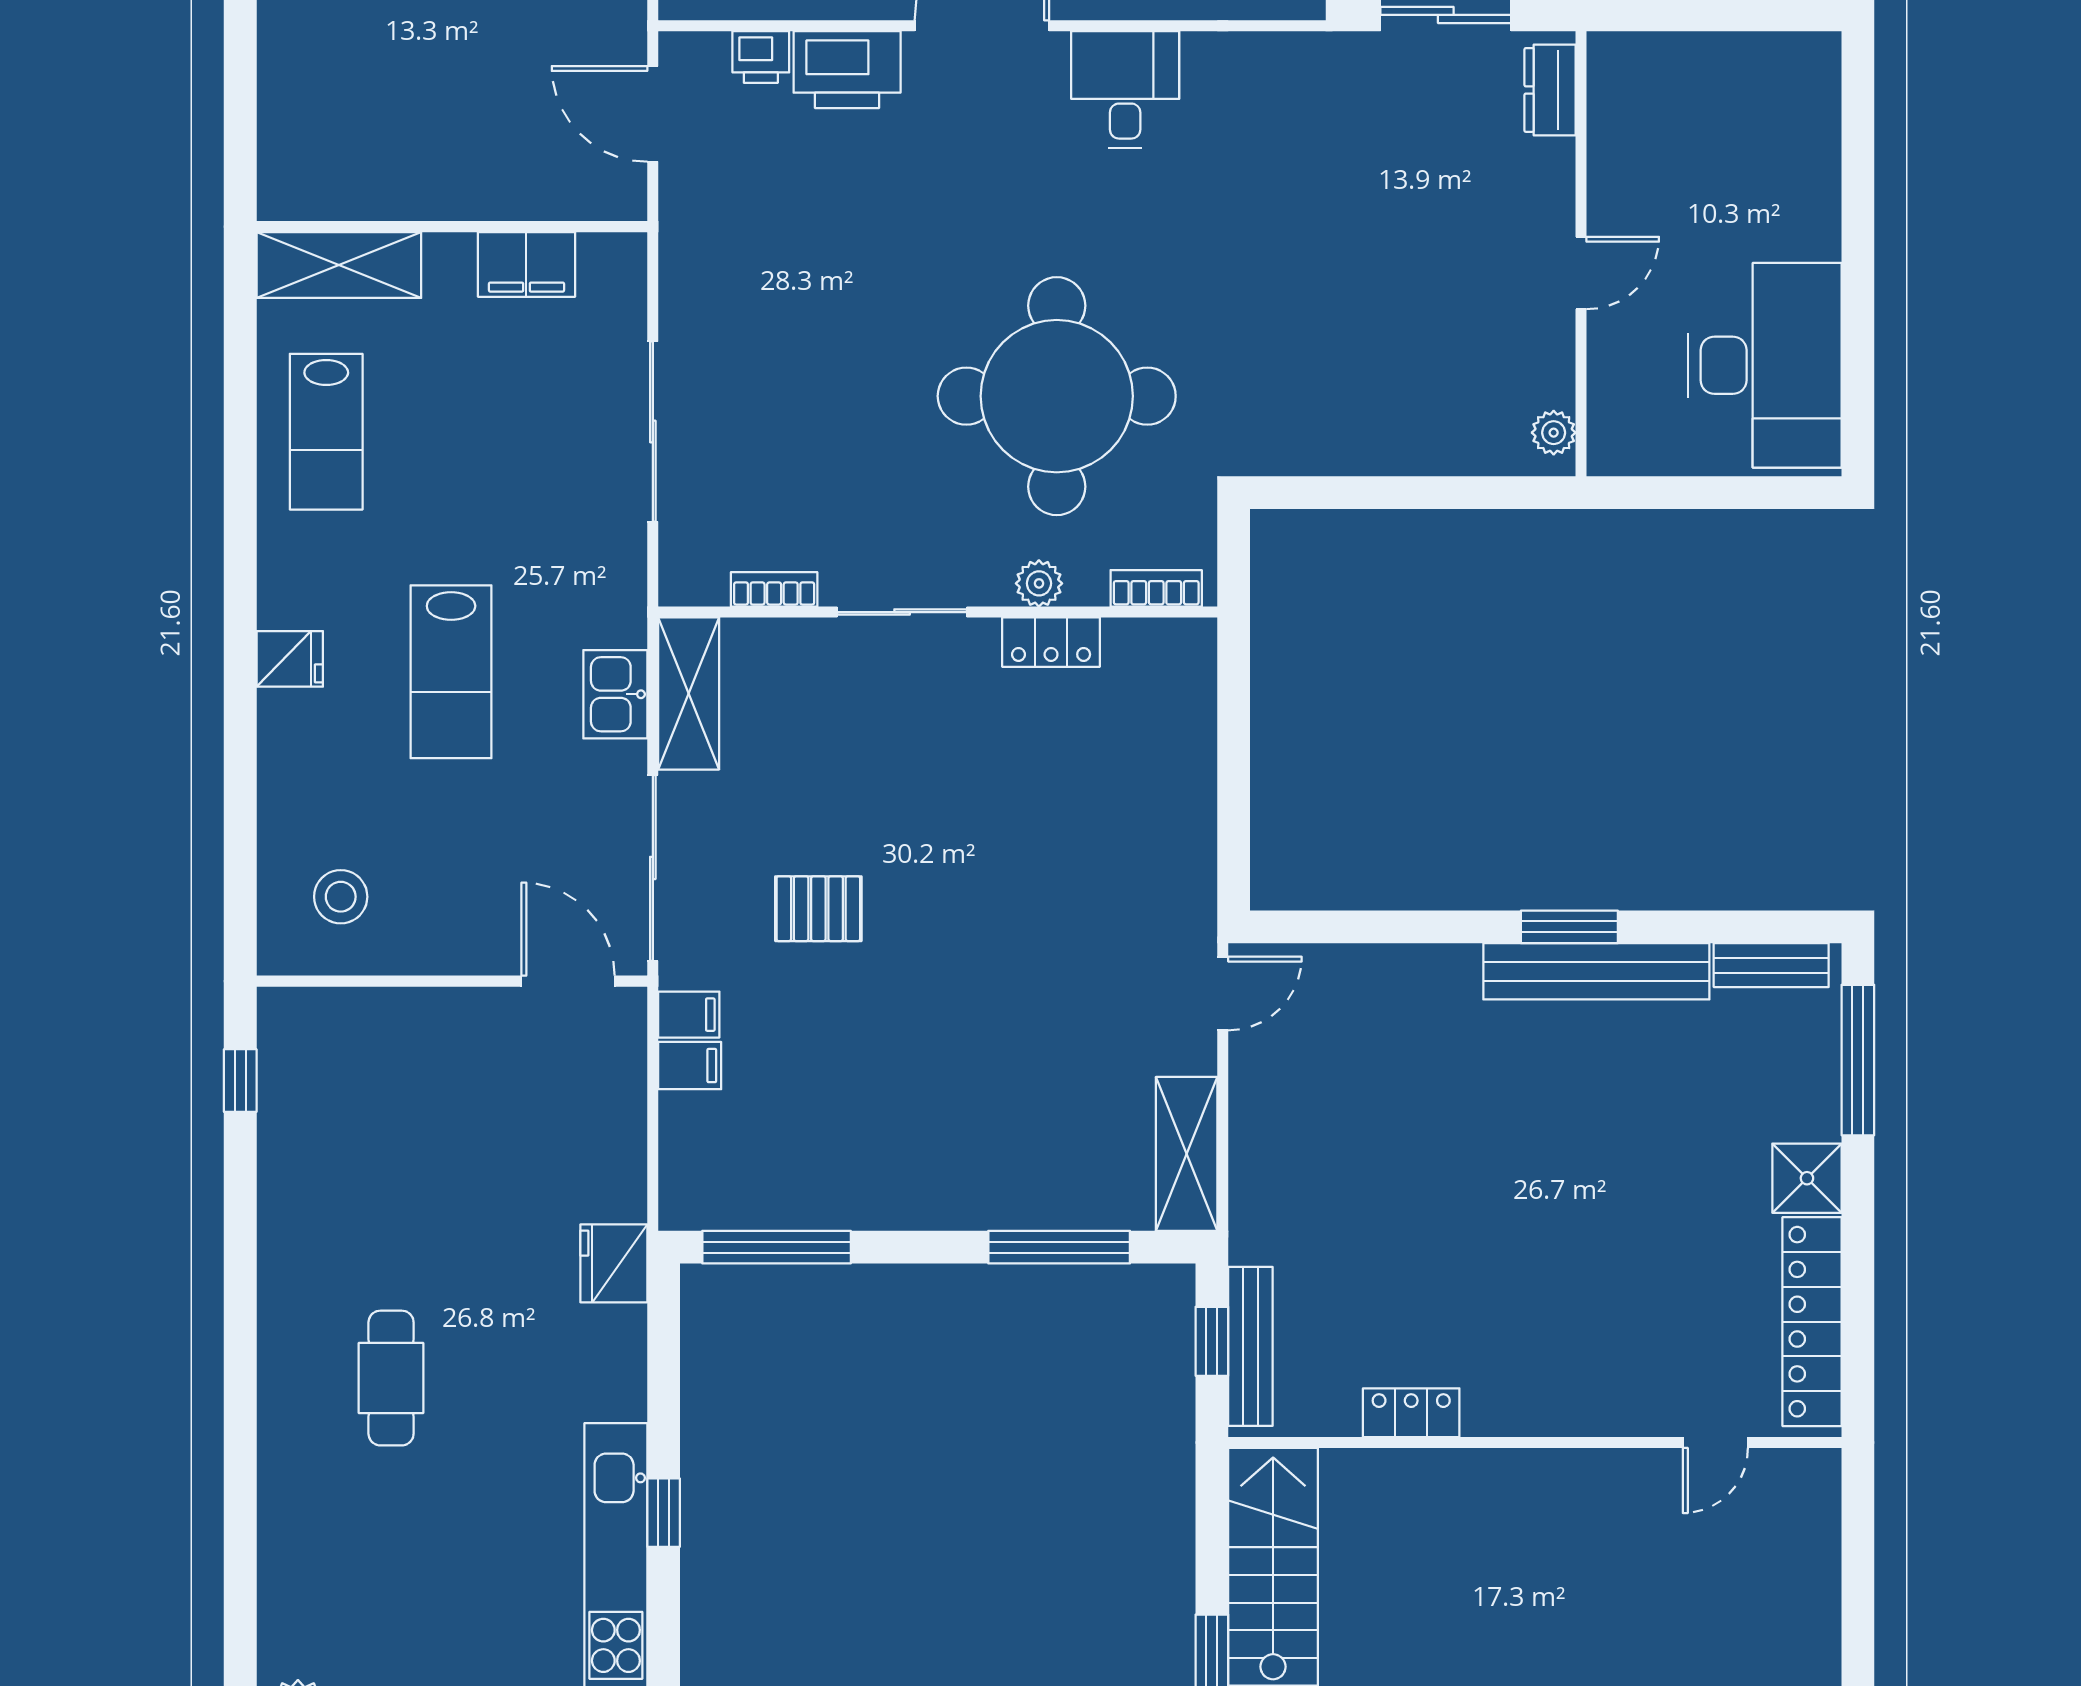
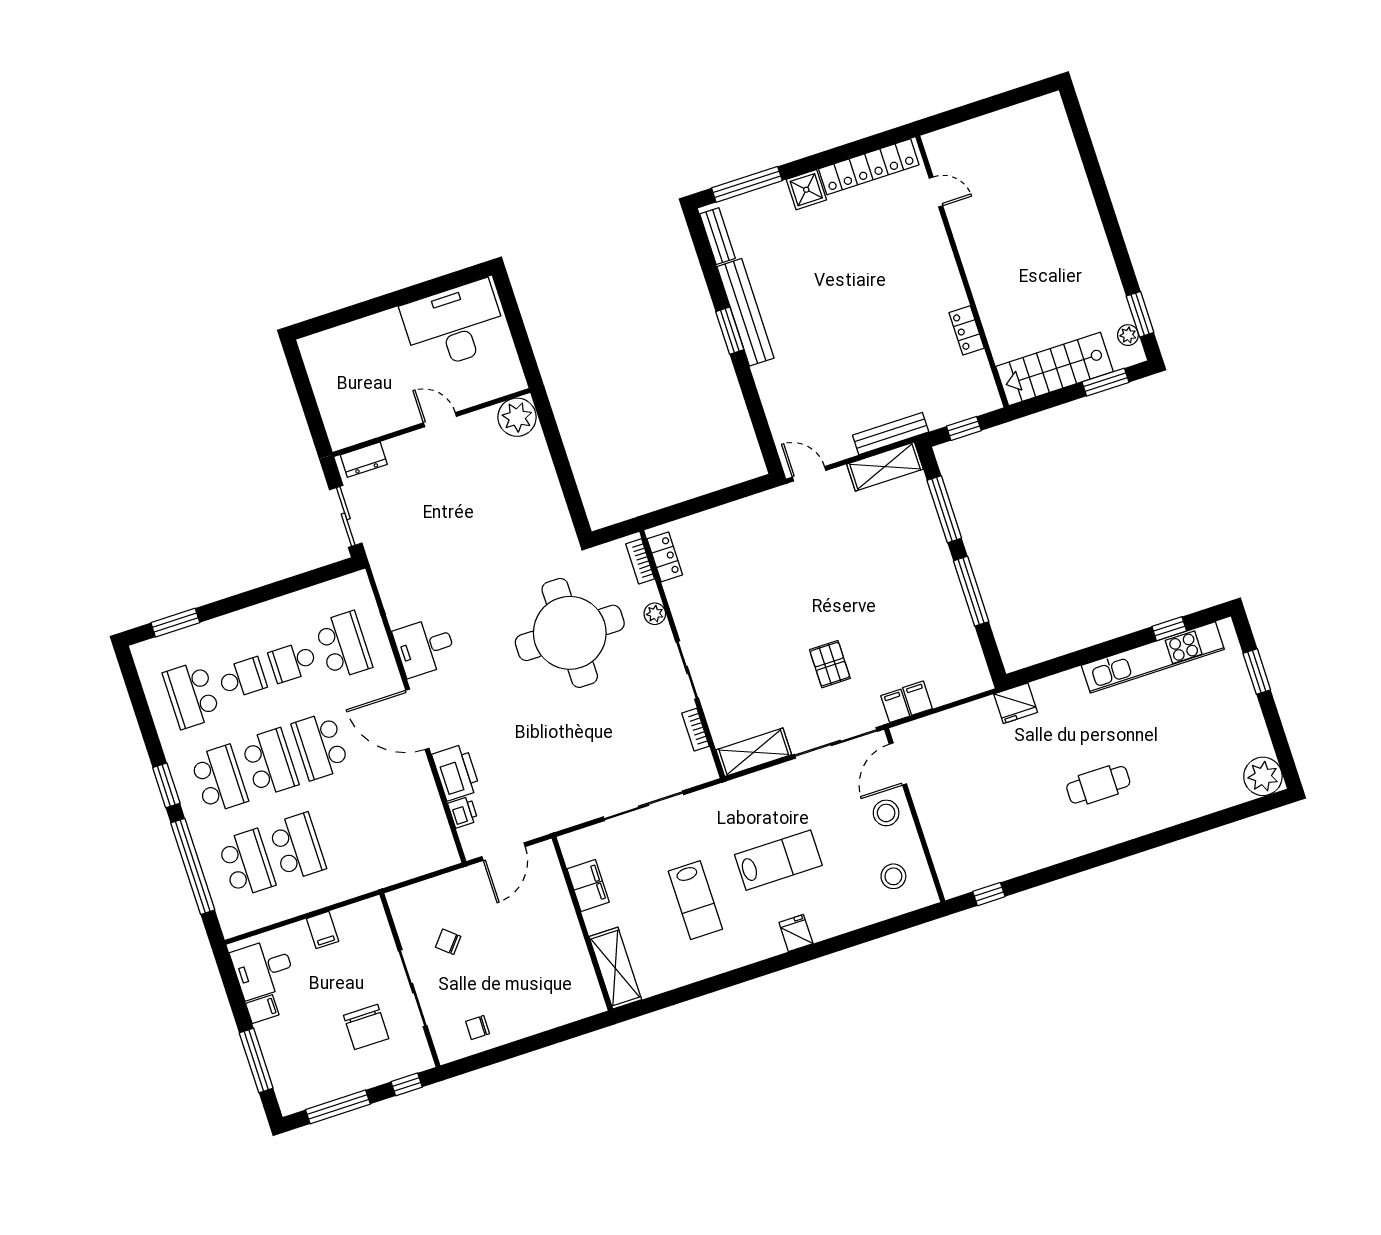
lab bench: (326, 432) -> (695, 900), moved, turned 90
plant: (1554, 433) -> (517, 417), width x1.88, depth x1.88
locker: (1051, 642) -> (665, 557), moved
kitchen sink: (615, 694) -> (765, 784), removed
stool: (476, 924) -> (886, 813), added
window: (777, 1247) -> (971, 591), moved
bench: (1250, 1346) -> (891, 434), moved
window: (664, 1513) -> (1169, 629), moved

